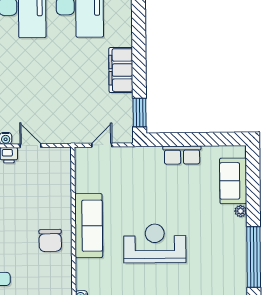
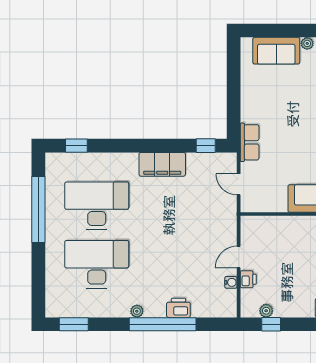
window: (139, 113) -> (206, 146), width x0.67
row of seats: (182, 155) -> (250, 142), moved

